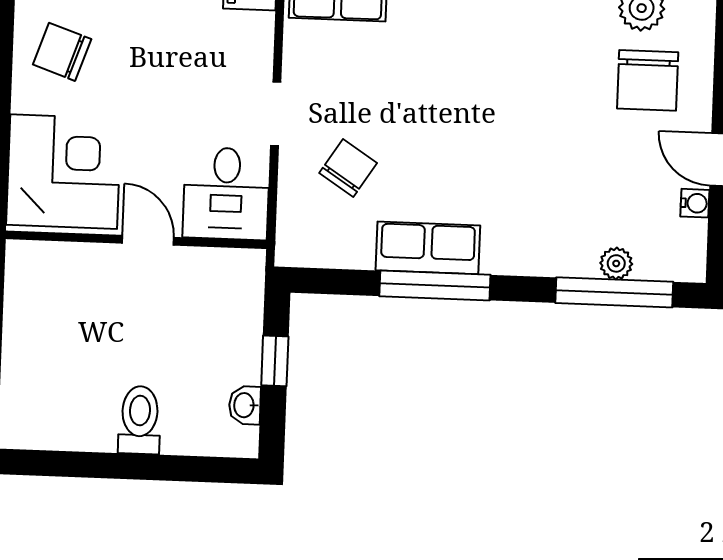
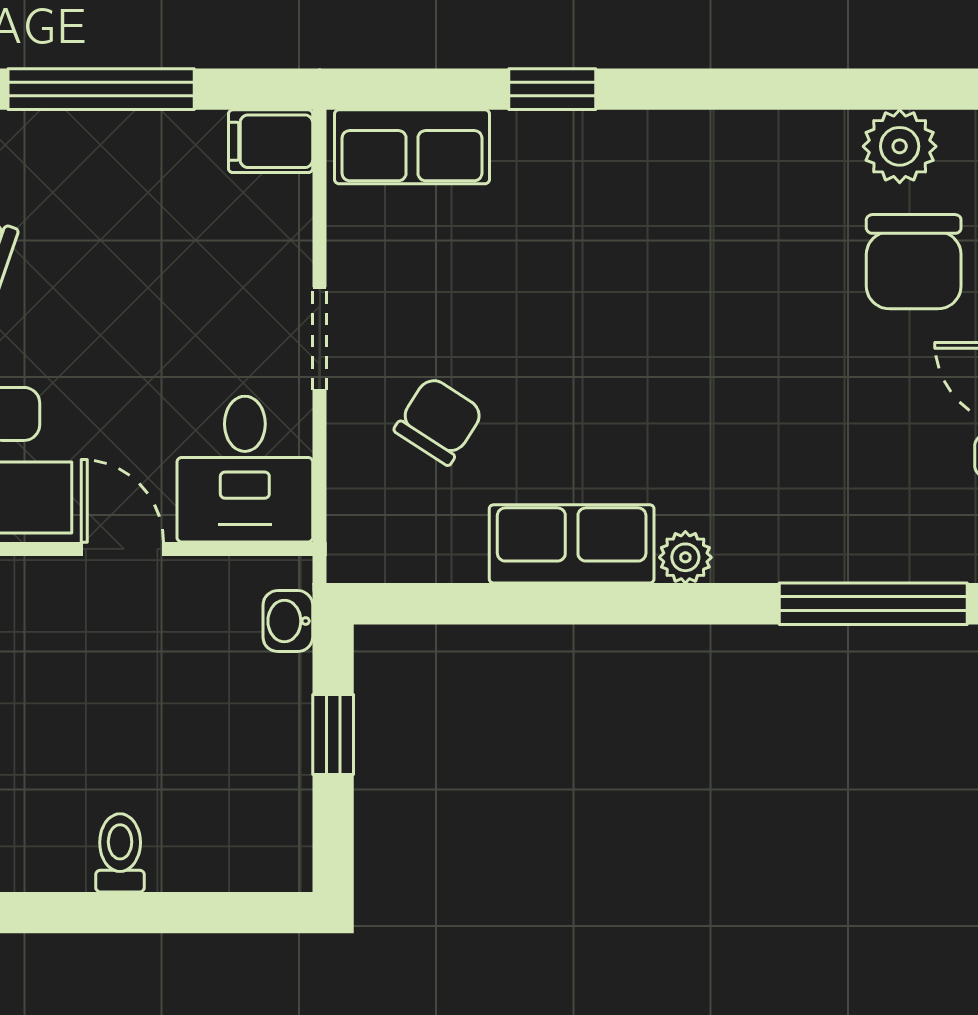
plant: (616, 263) -> (685, 557), moved
window: (435, 286) -> (585, 604), removed
washbasin: (245, 405) -> (288, 621), moved
toilet: (140, 420) -> (120, 853), width x0.73, depth x0.72

